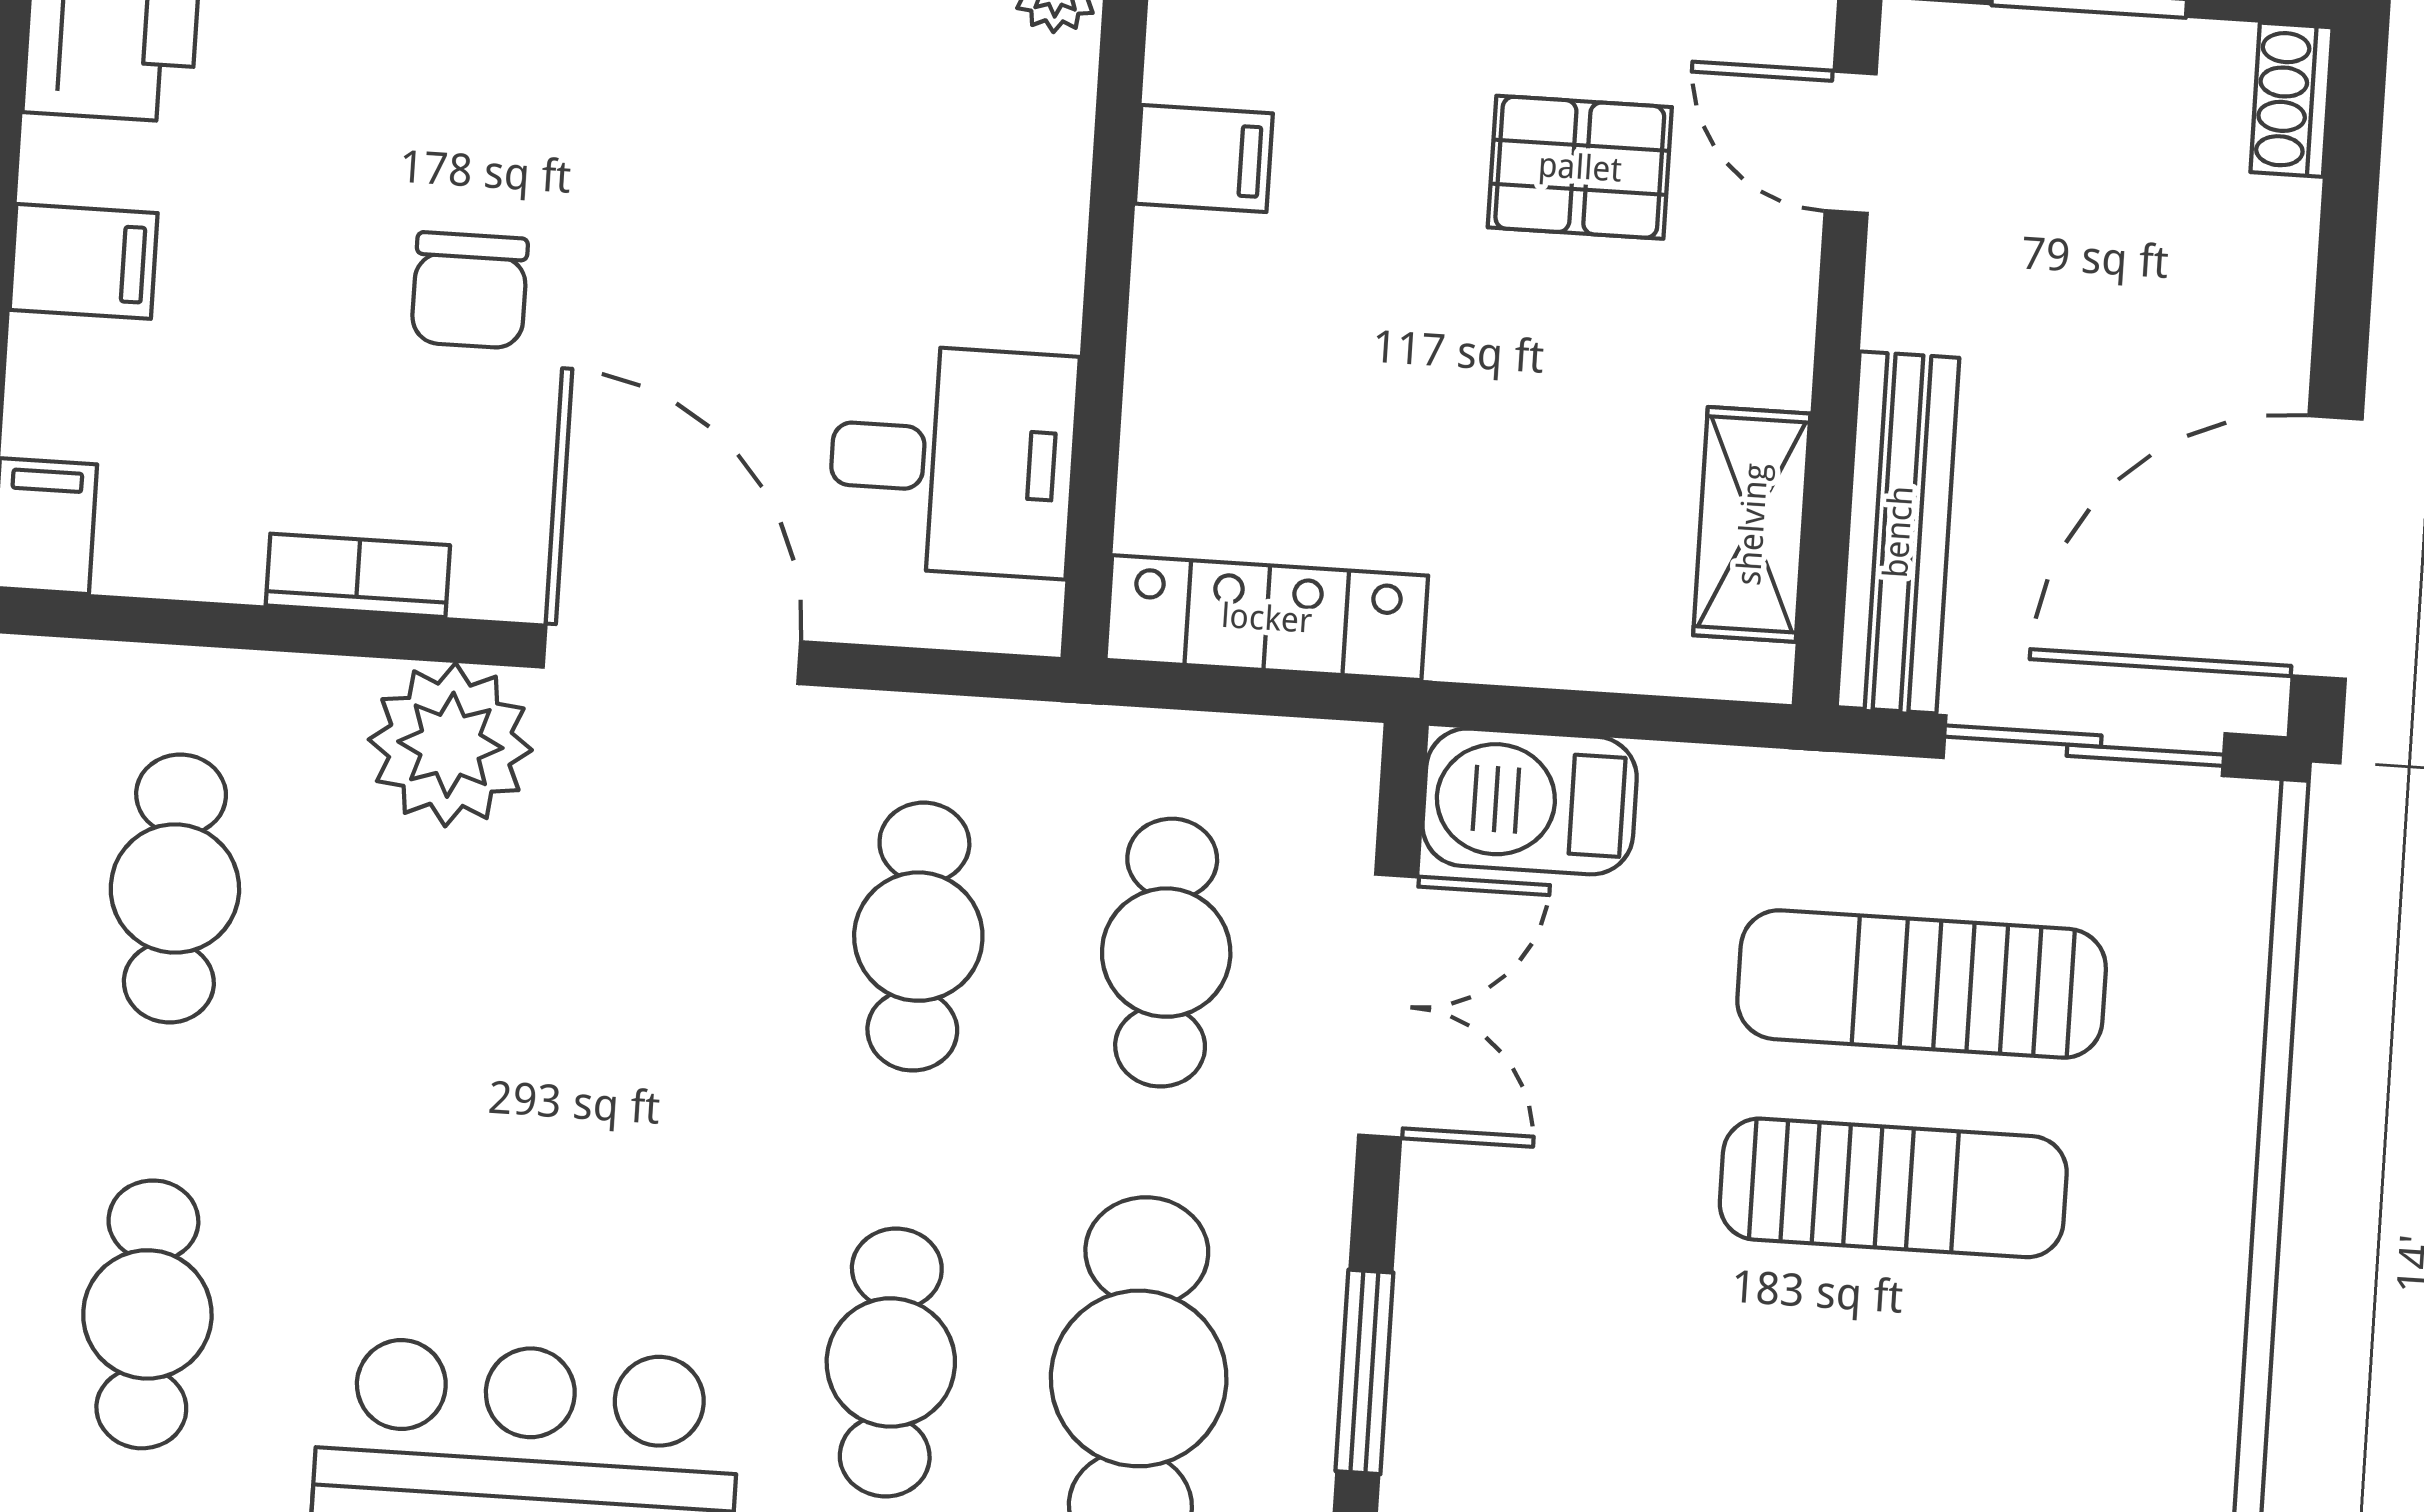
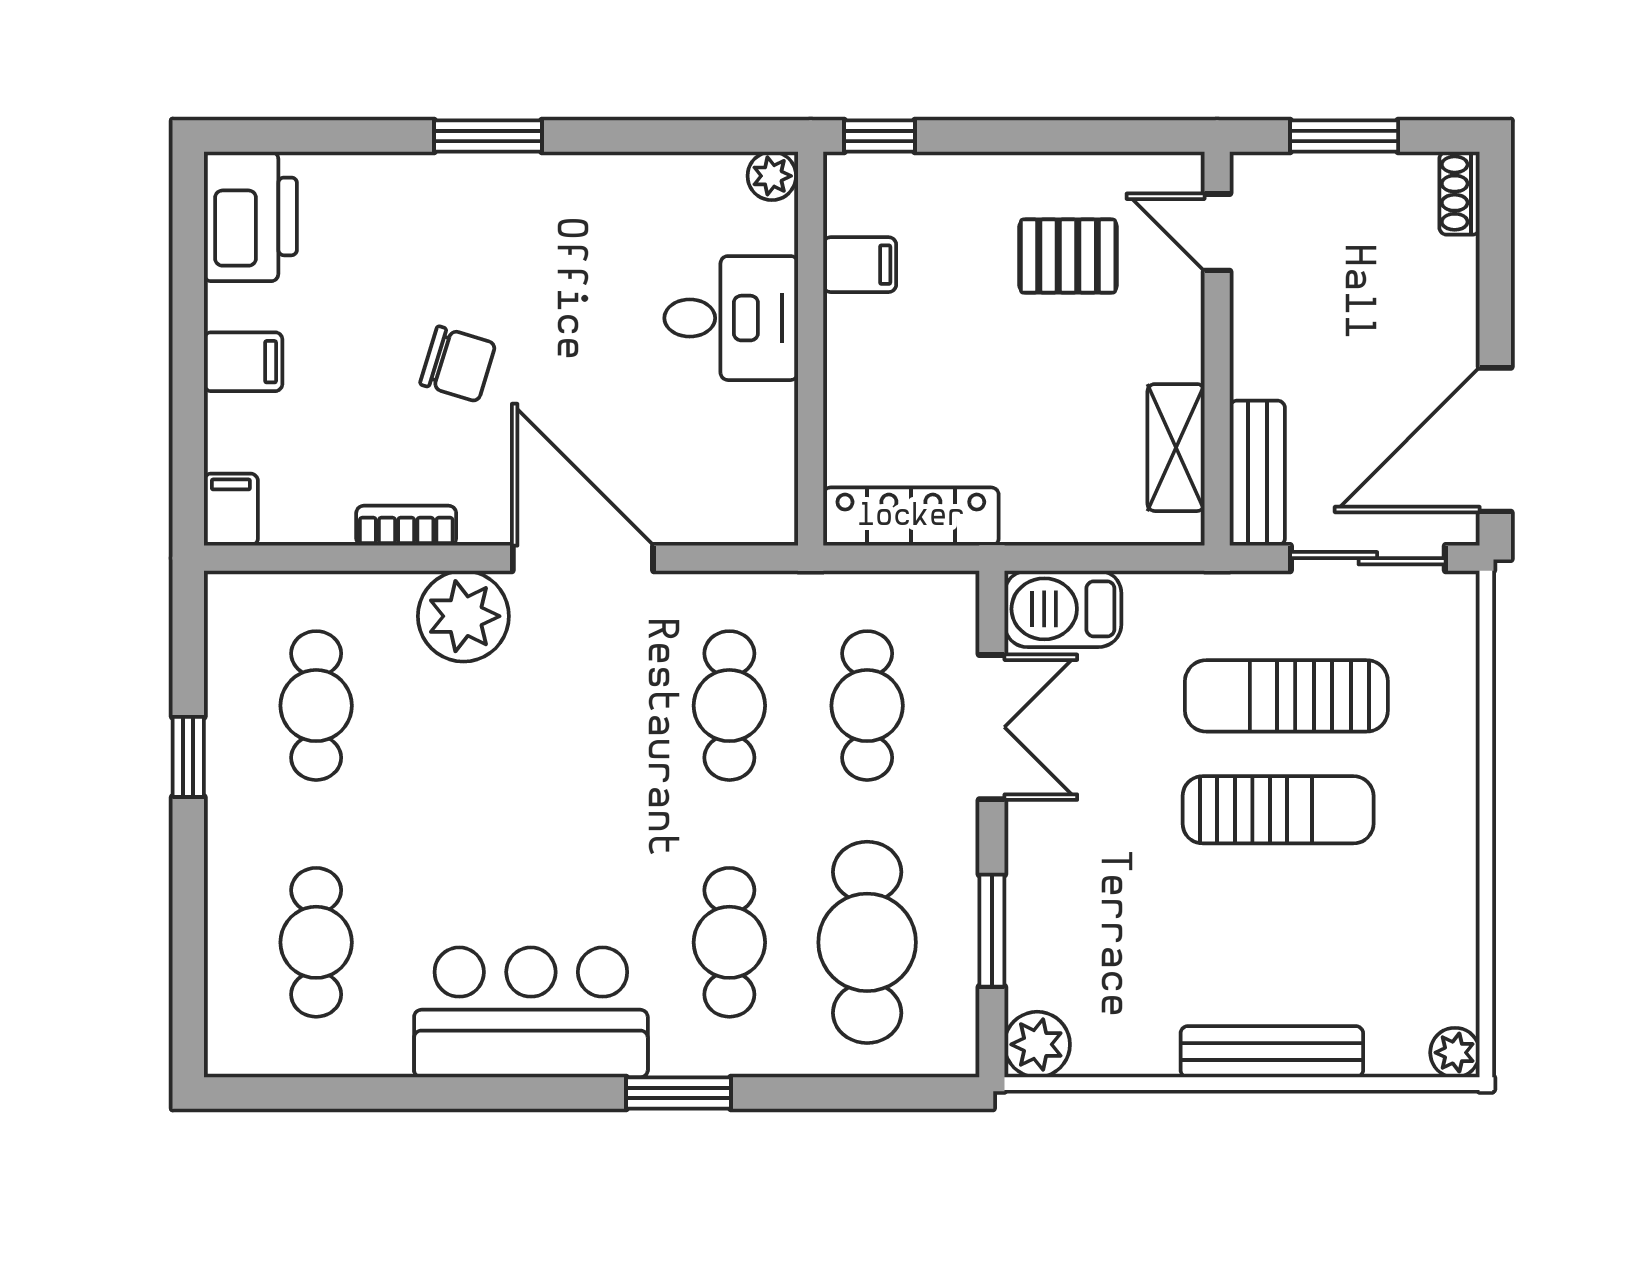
chair: (470, 290) -> (458, 364), turned -73
desk: (952, 460) -> (731, 318), moved
bench: (1898, 532) -> (1257, 473), width x0.73

